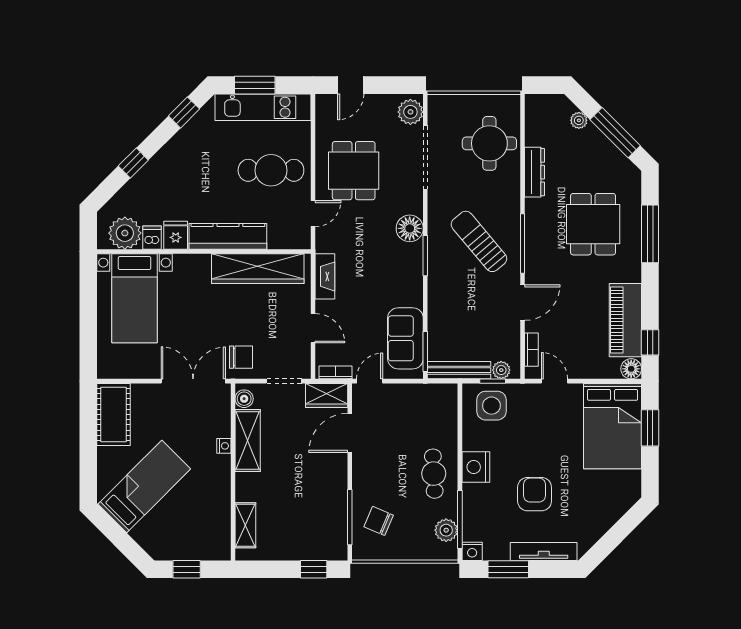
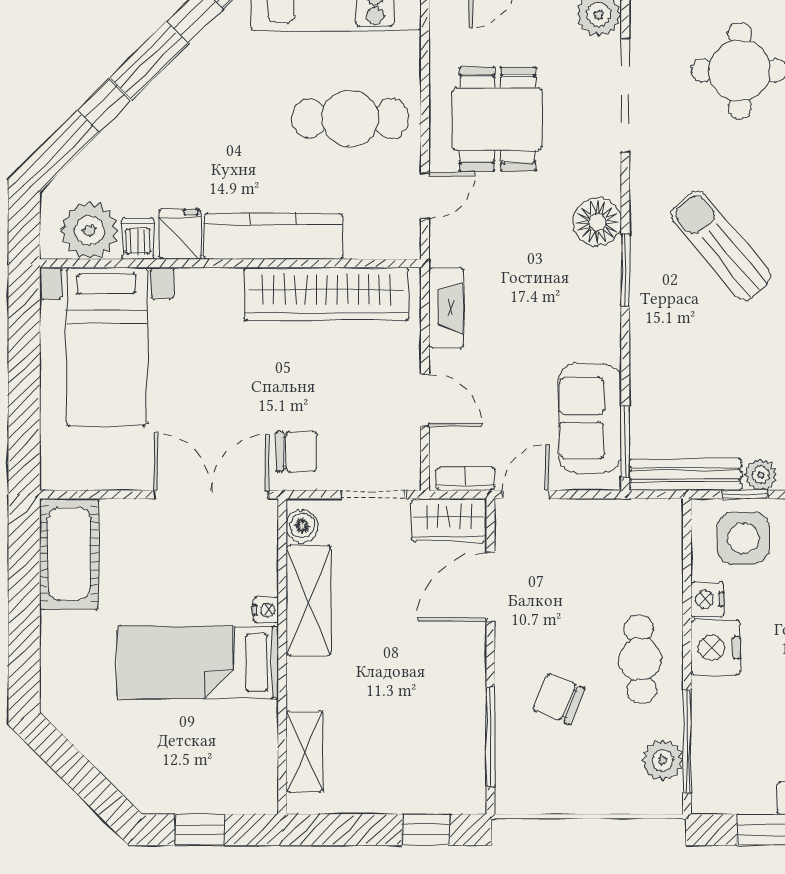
bed: (144, 487) -> (198, 663), moved, turned -135
chair: (379, 521) -> (559, 699), moved
nightstand: (472, 551) -> (707, 599), moved, turned 90

